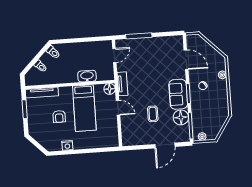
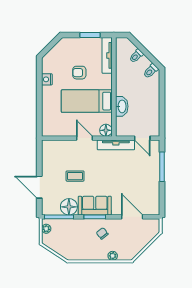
door: (186, 60) -> (132, 217), swing flipped
tv unit: (122, 84) -> (116, 145), width x1.41
door: (118, 108) -> (84, 138), swing flipped

